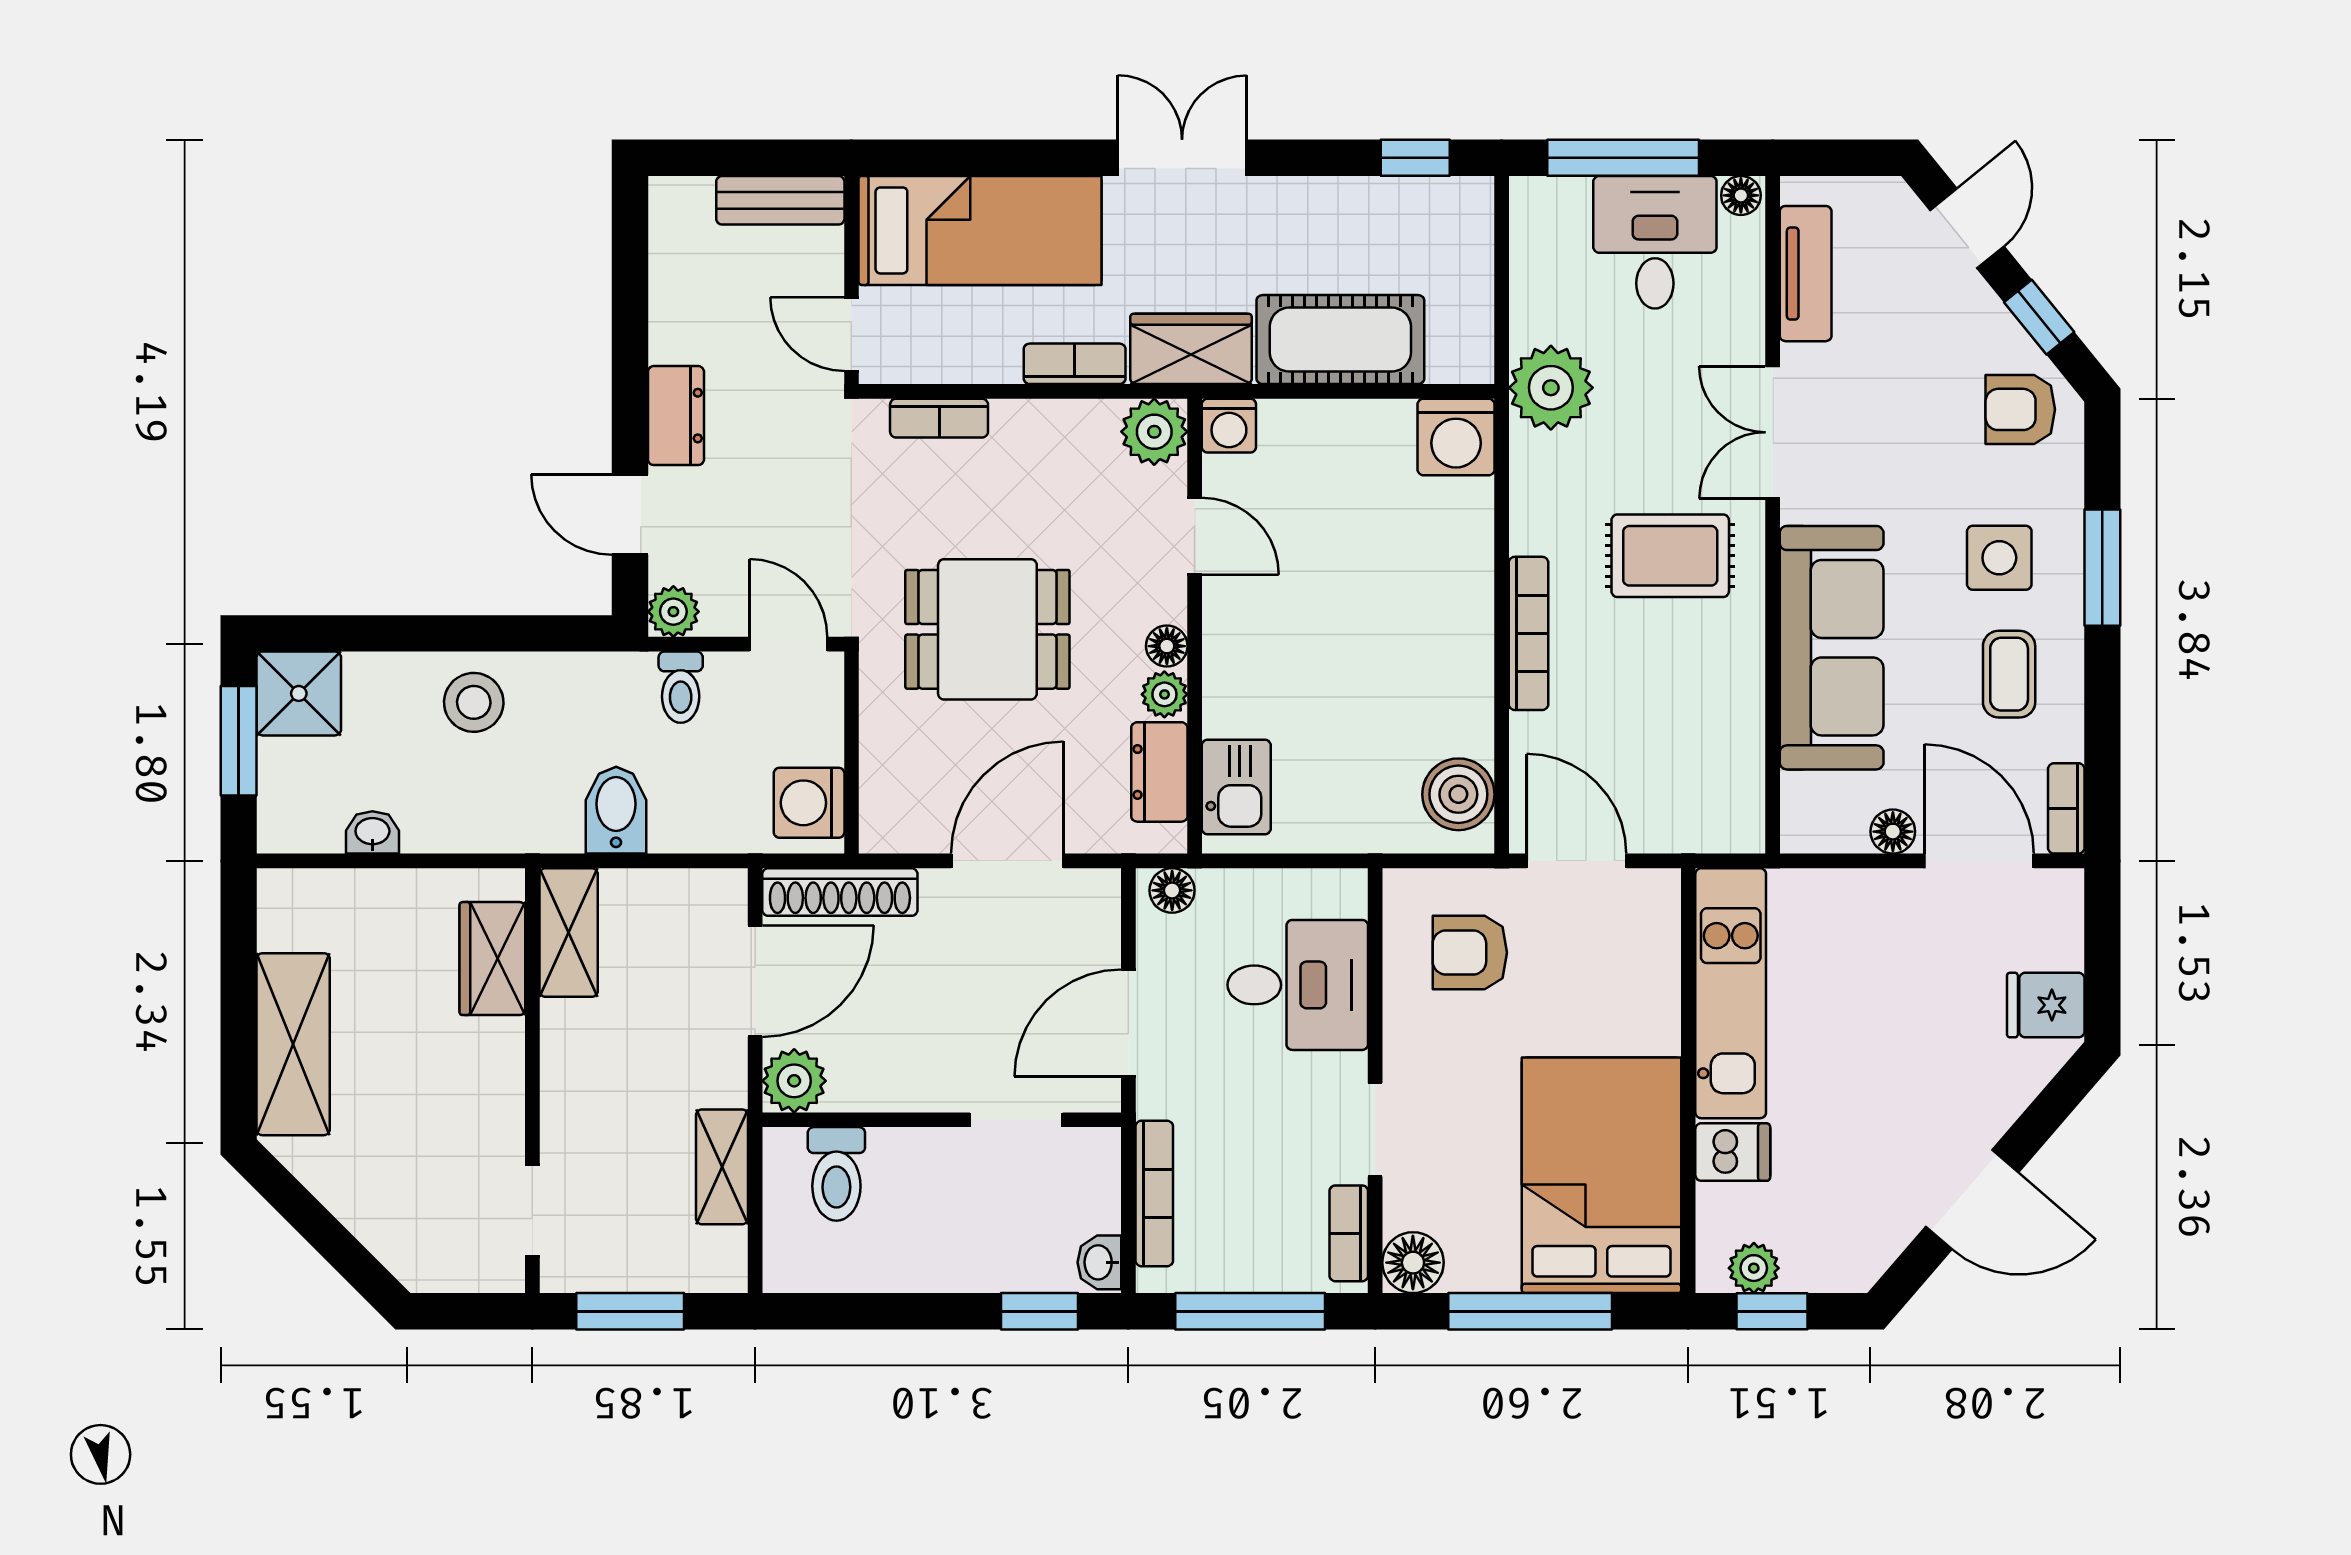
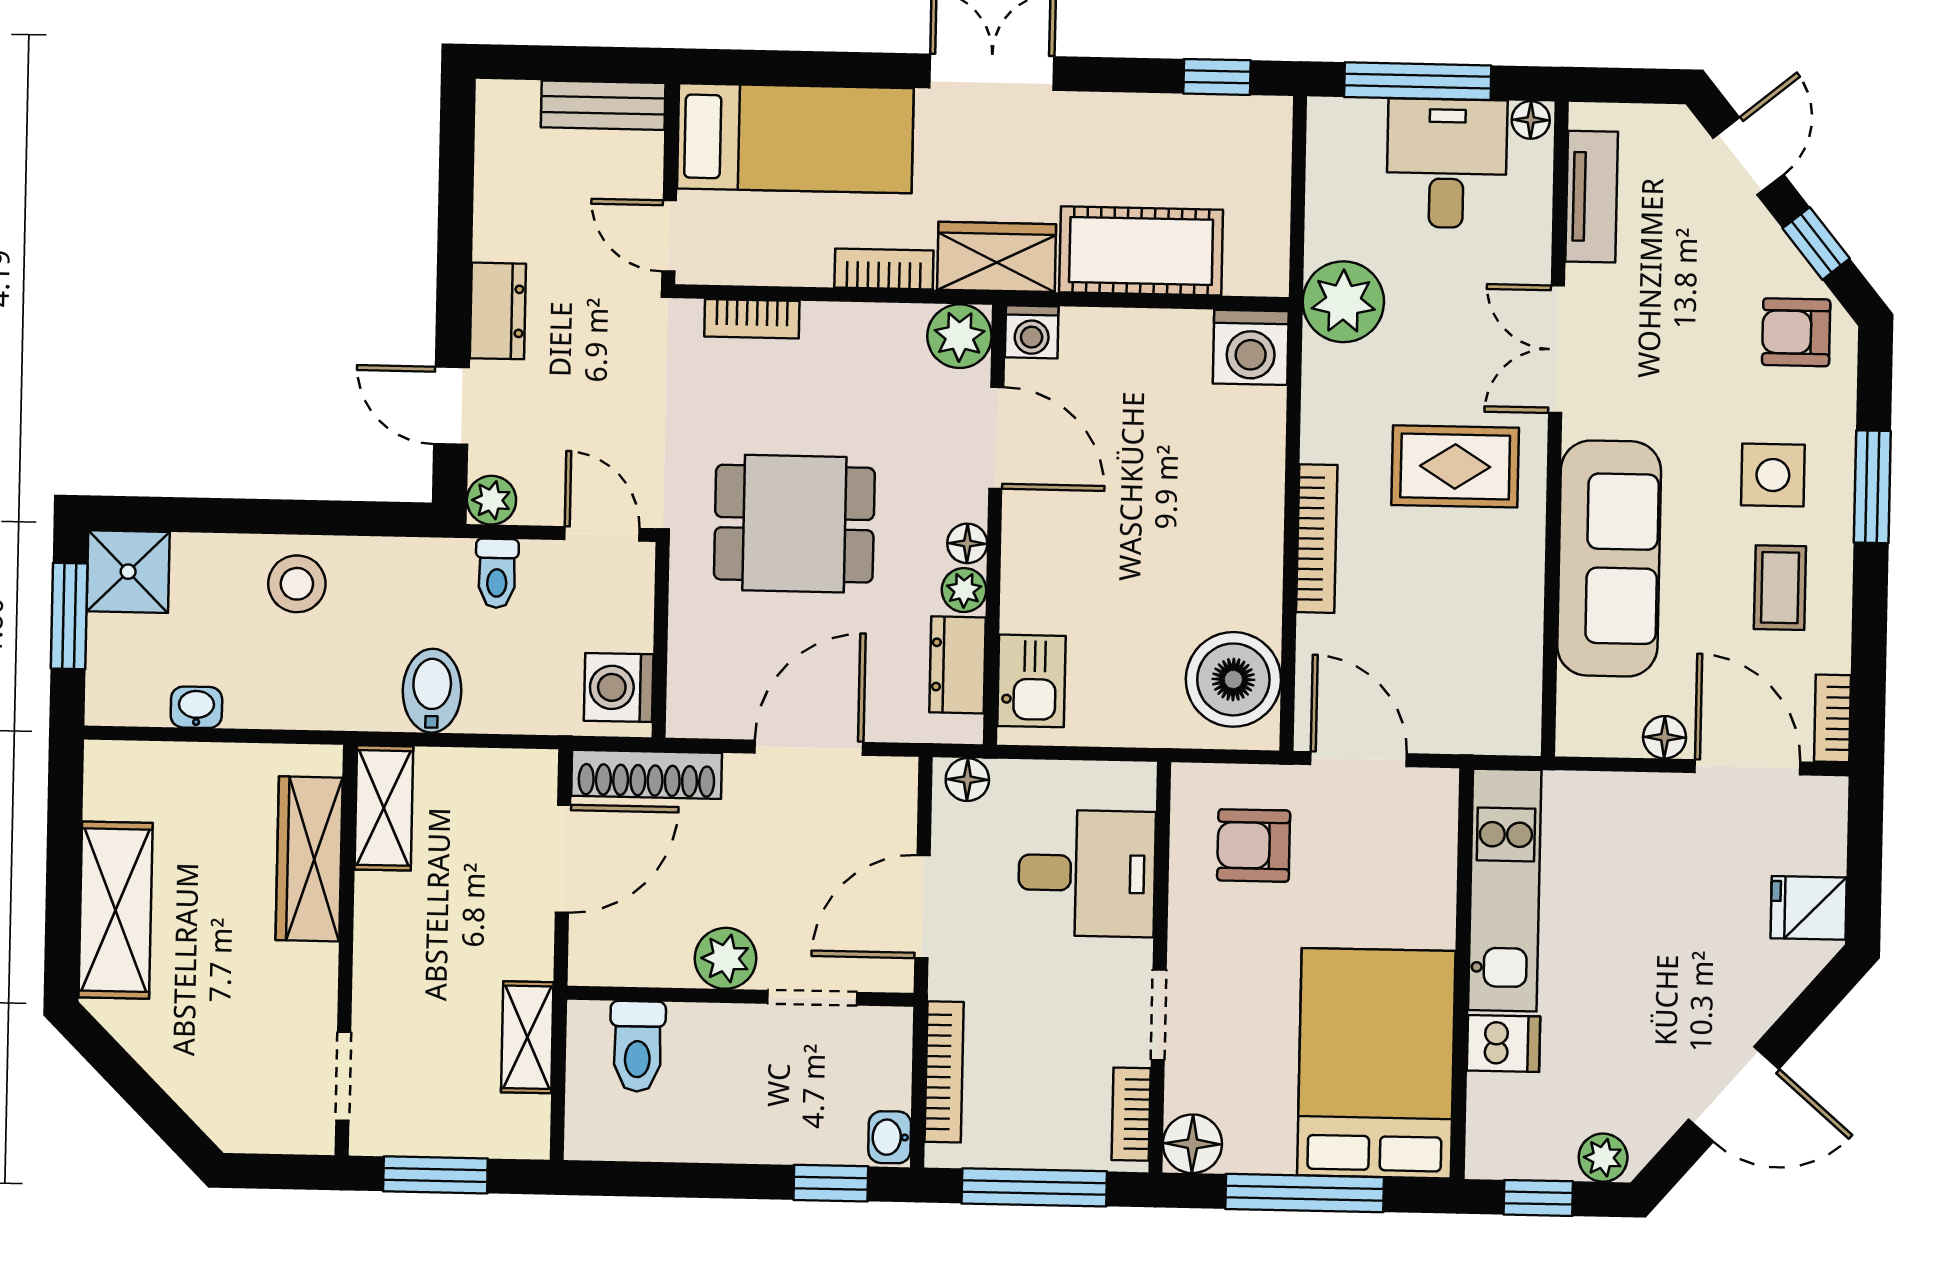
door: (1195, 536) -> (996, 438), width x1.38
boiler: (1458, 794) -> (1233, 679), width x1.37, depth x1.37
wardrobe: (492, 959) -> (309, 859), width x1.50
plant: (794, 1081) -> (726, 958), moved
plant: (1754, 1268) -> (1603, 1158), moved

